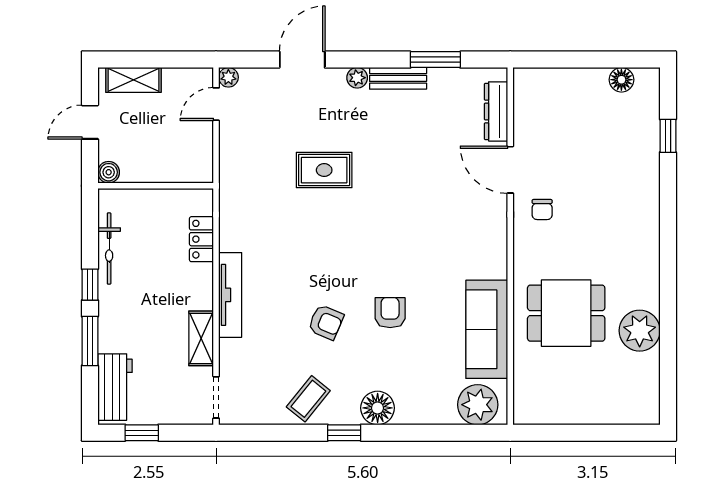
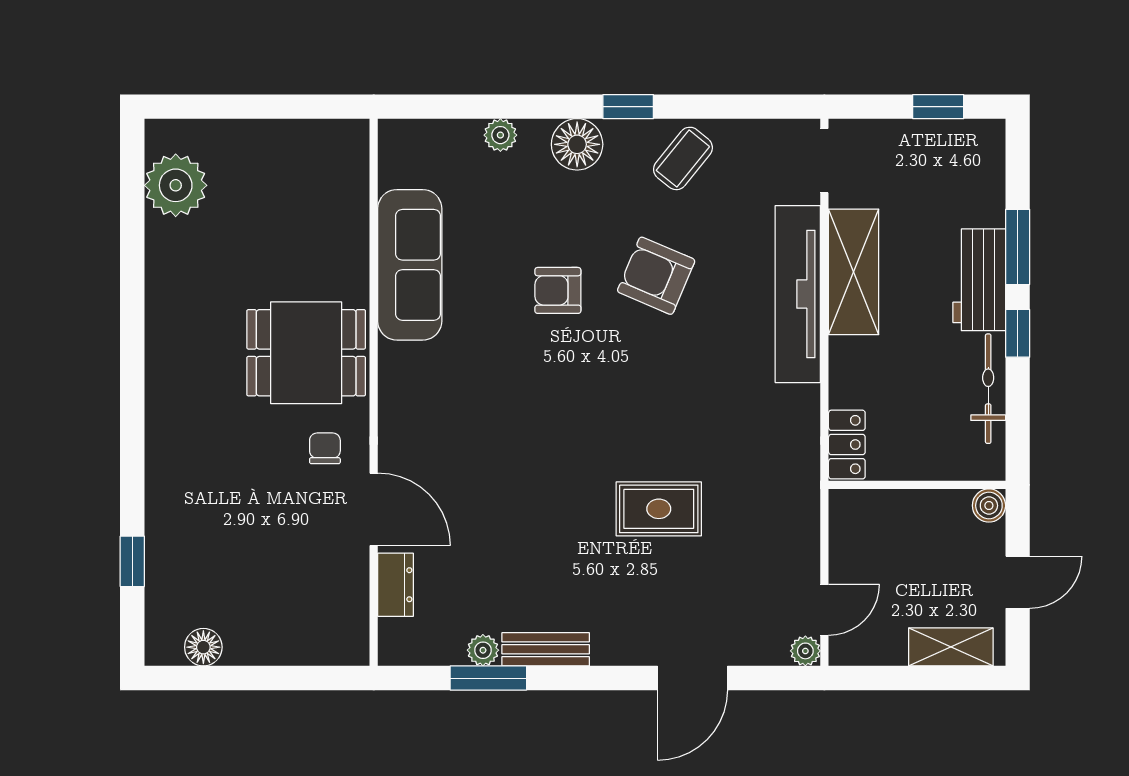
plant: (357, 78) -> (483, 650), moved
dresser: (496, 111) -> (396, 585), width x0.70
locker: (201, 239) -> (847, 445), moved
tv unit: (230, 295) -> (798, 294), width x1.36, depth x1.29
armchair: (390, 313) -> (558, 290), turned 90
dining table: (566, 313) -> (306, 353), moved
armchair: (326, 322) -> (656, 276), width x1.38, depth x1.38
plant: (640, 331) -> (176, 185), moved
shelving: (201, 338) -> (854, 272), width x1.50, depth x1.33
workbench: (115, 387) -> (979, 280), moved
plant: (478, 405) -> (500, 135), moved, width x0.53, depth x0.53

